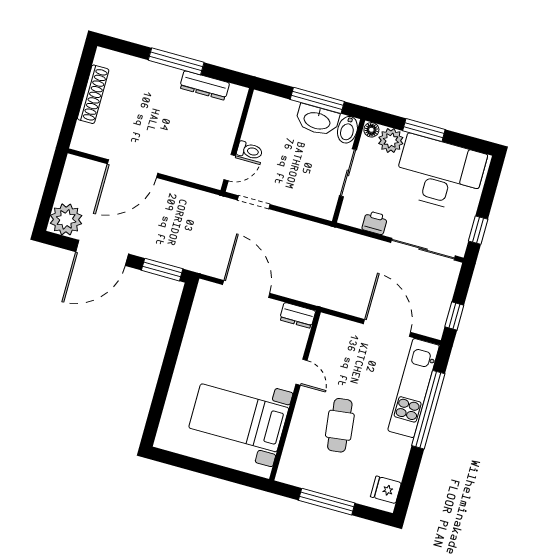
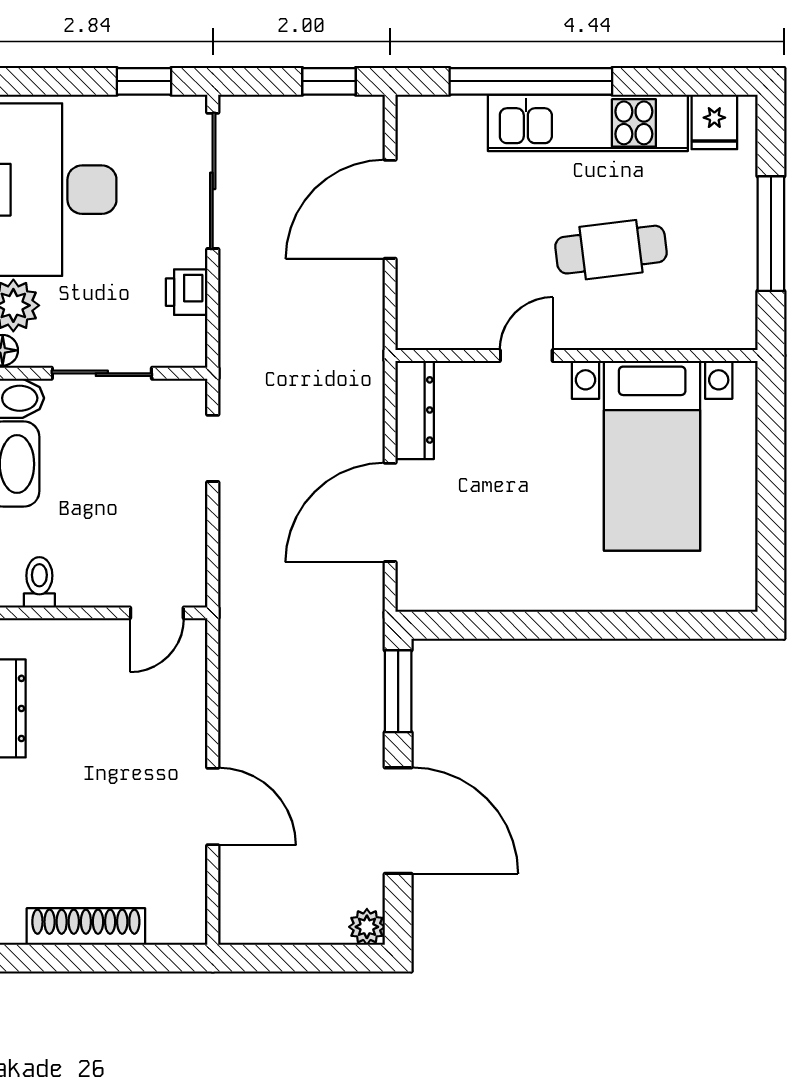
toilet: (250, 151) -> (39, 582), moved
door: (230, 168) -> (157, 613), swing flipped
door: (132, 169) -> (213, 806), width x0.73
doorway: (254, 202) -> (213, 448), moved
plant: (66, 219) -> (367, 927), width x0.53, depth x0.53
dresser: (298, 315) -> (415, 410), width x1.44
kitchen unit: (414, 388) -> (588, 123), moved

